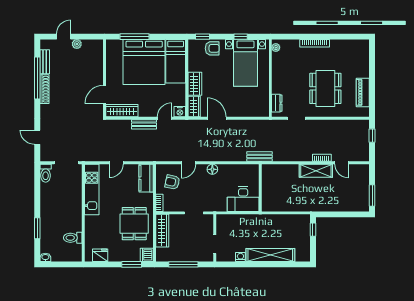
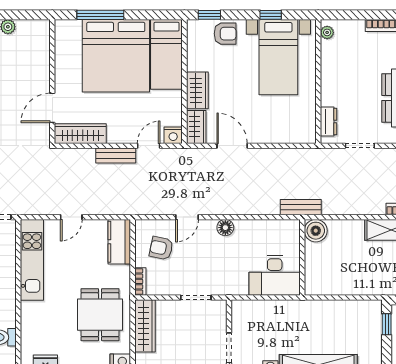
boiler: (269, 171) -> (316, 231), added

